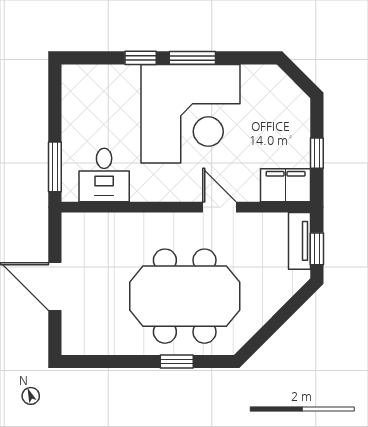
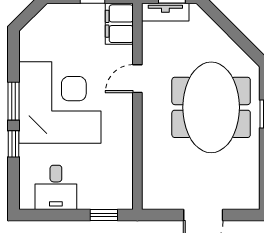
window: (55, 167) -> (104, 215), width x0.67
desk: (104, 175) -> (56, 187), moved, turned 90

